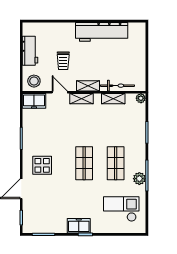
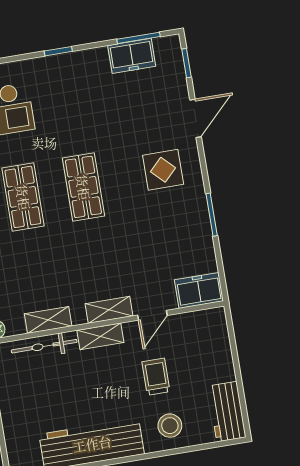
workbench: (30, 51) -> (227, 412), moved
stool: (34, 81) -> (170, 426), moved
door: (60, 92) -> (152, 315), hinge flipped
freezer: (79, 226) -> (132, 56), moved

